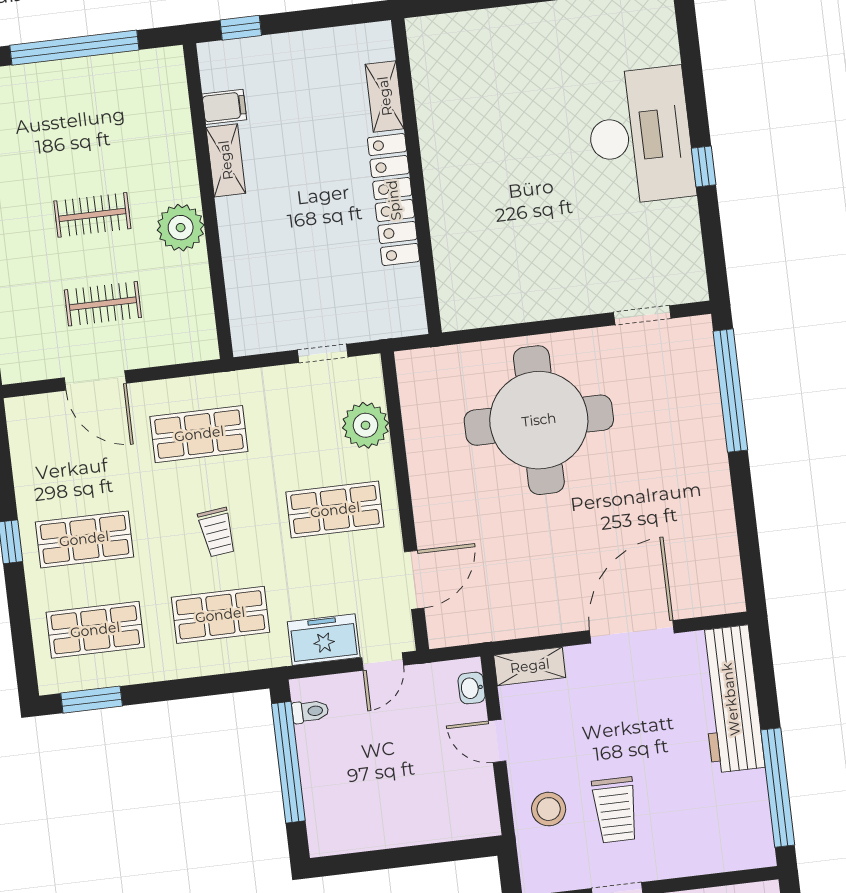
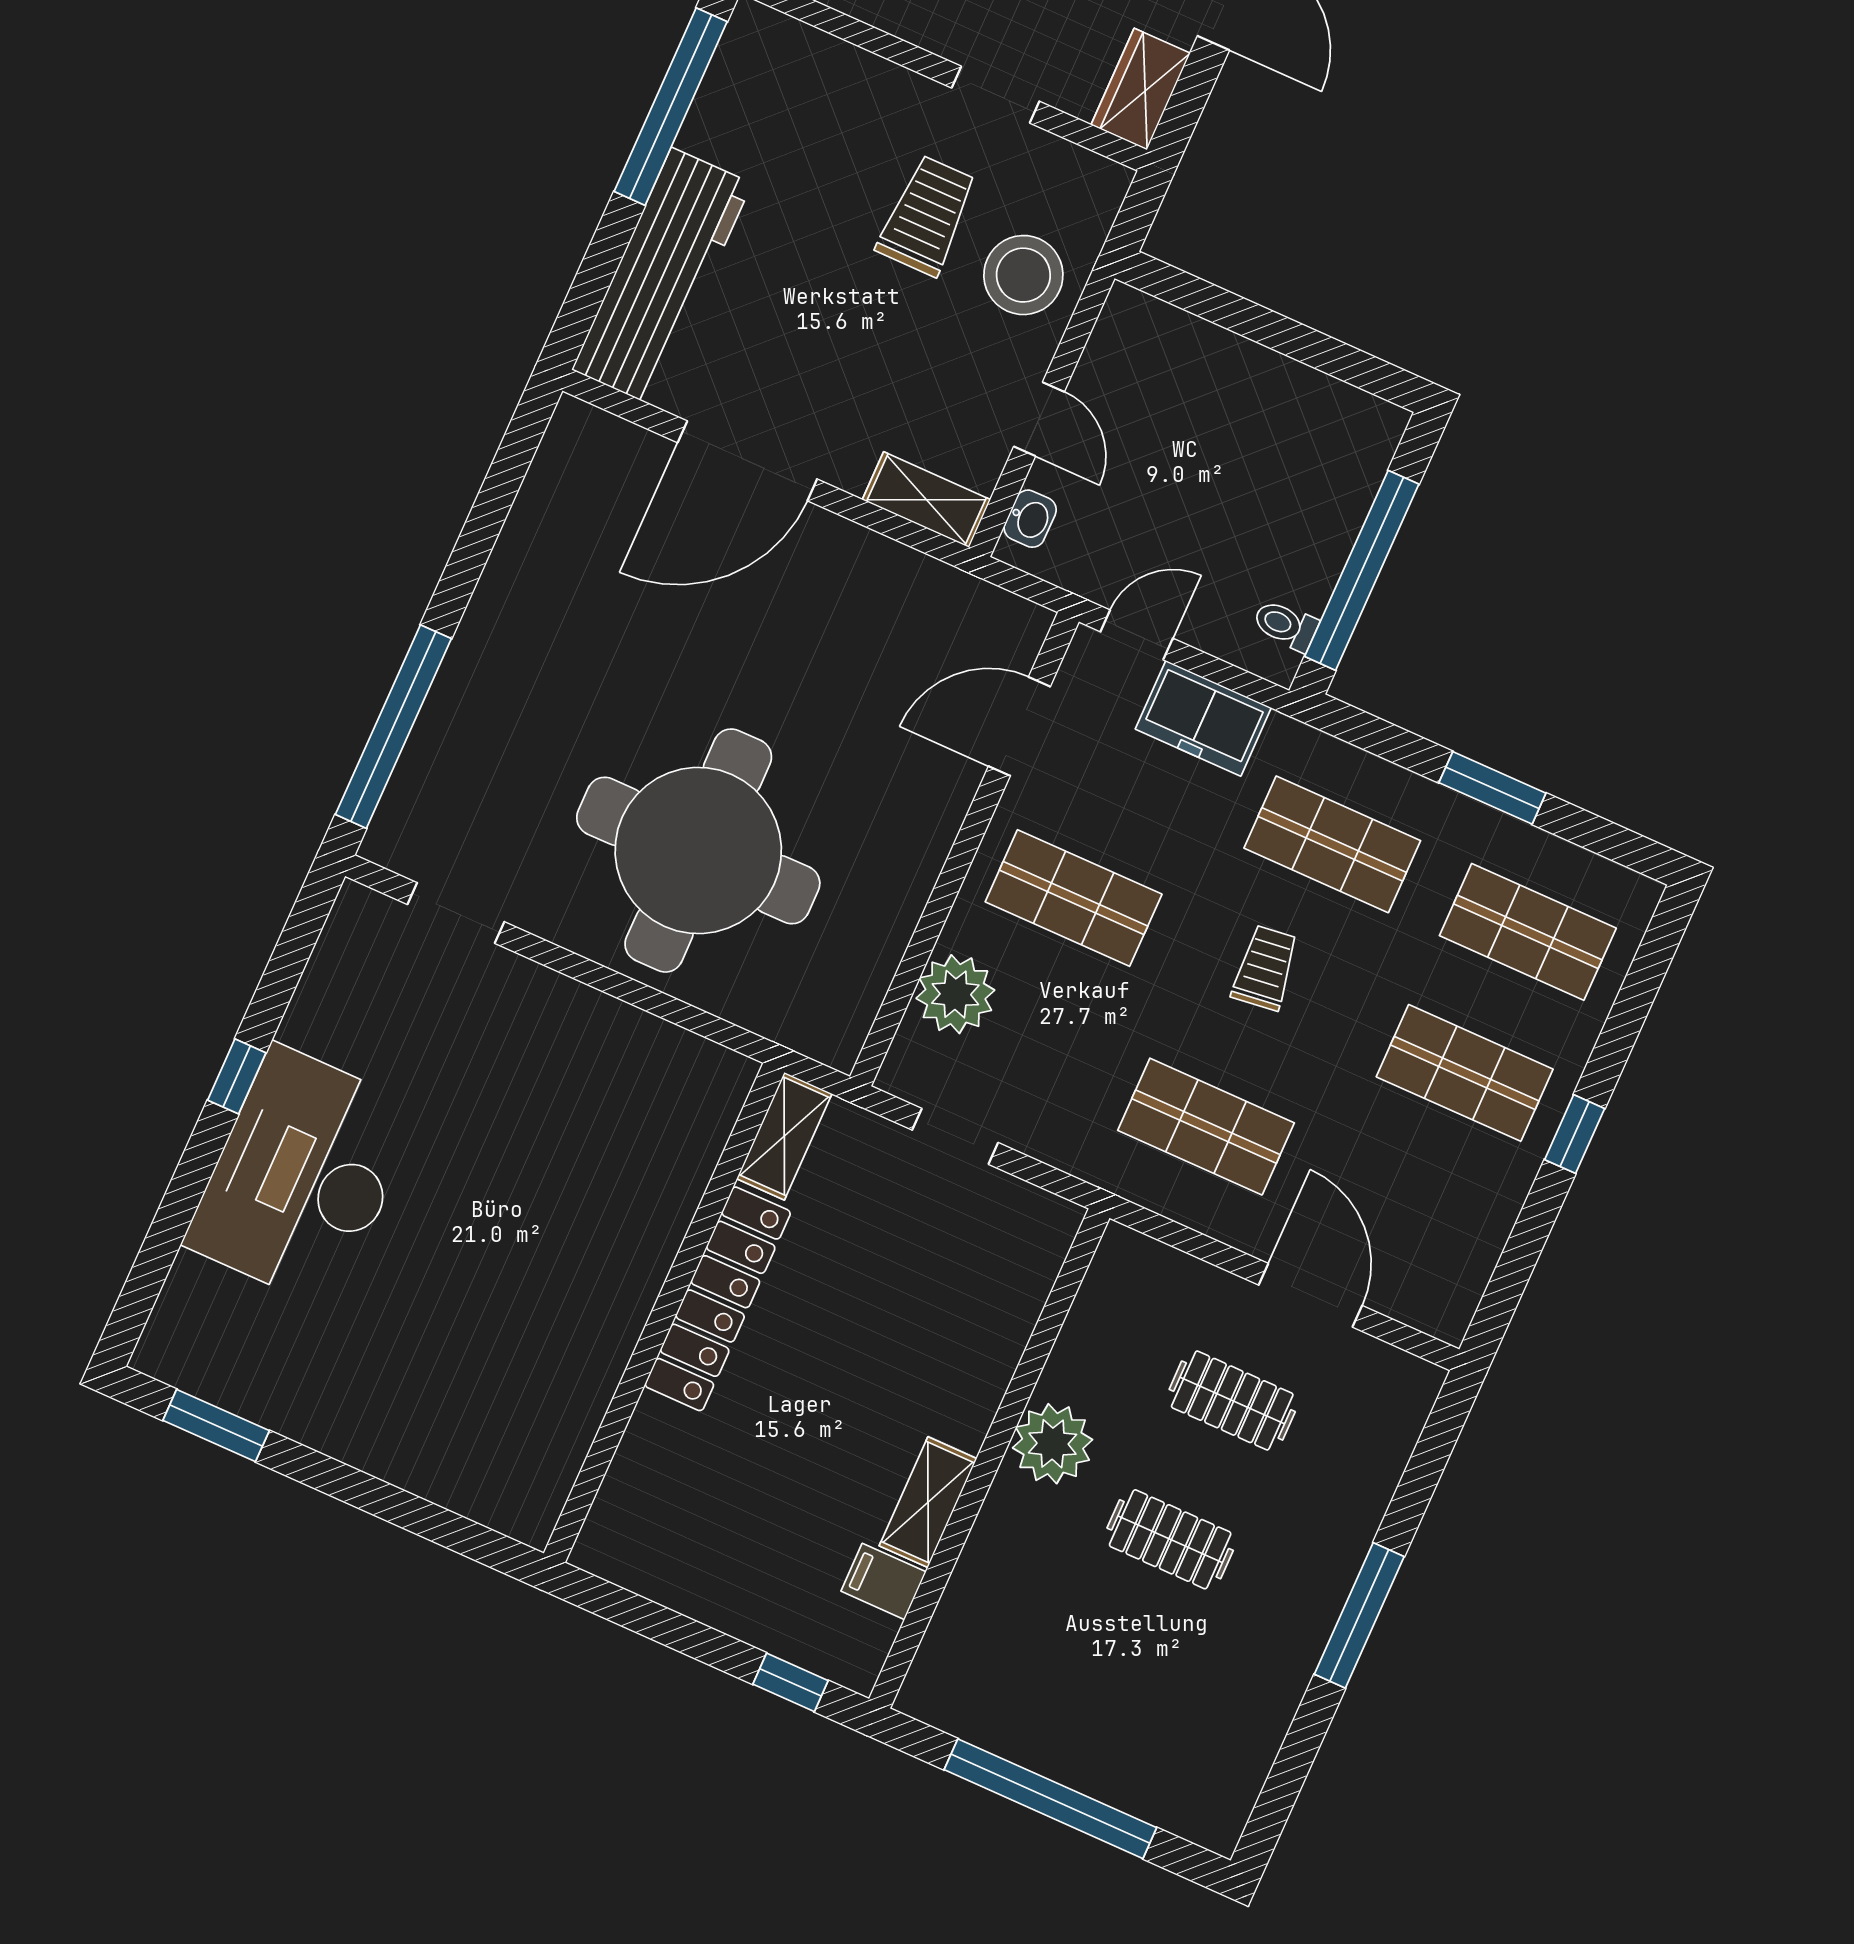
shelving: (385, 96) -> (784, 1136), moved
window: (92, 700) -> (1492, 788), moved
stool: (549, 809) -> (1023, 275), width x1.38, depth x1.38

